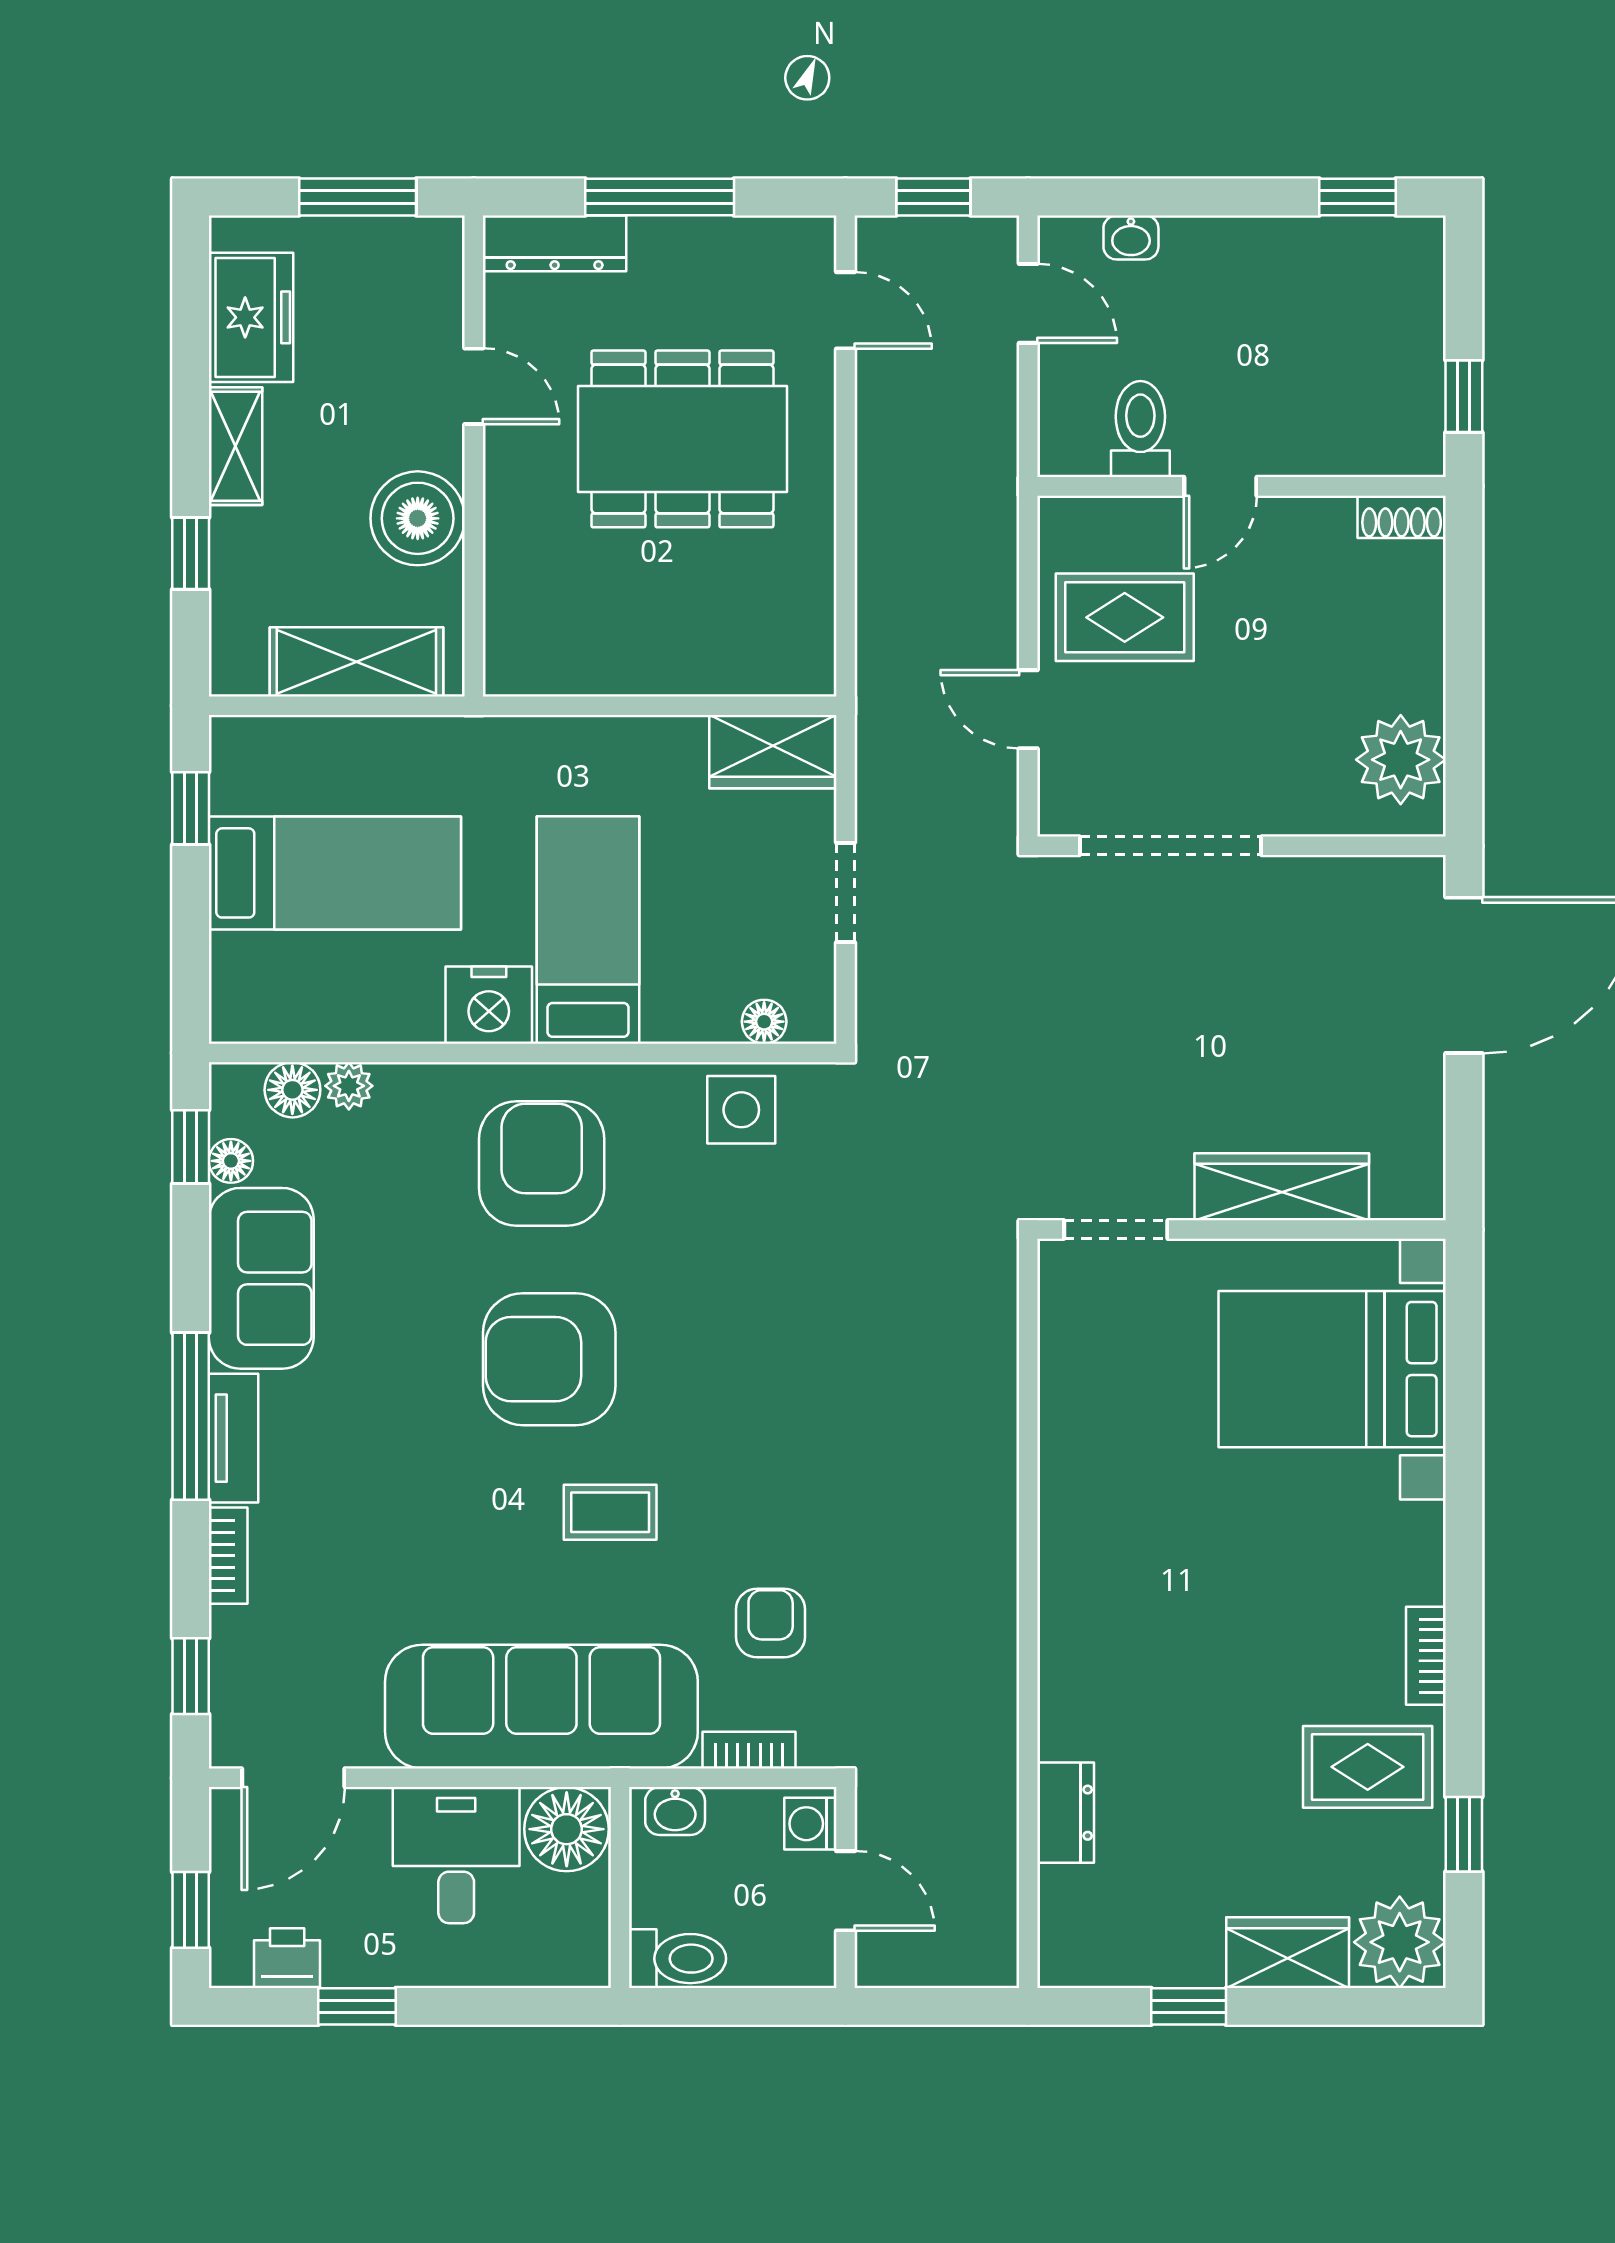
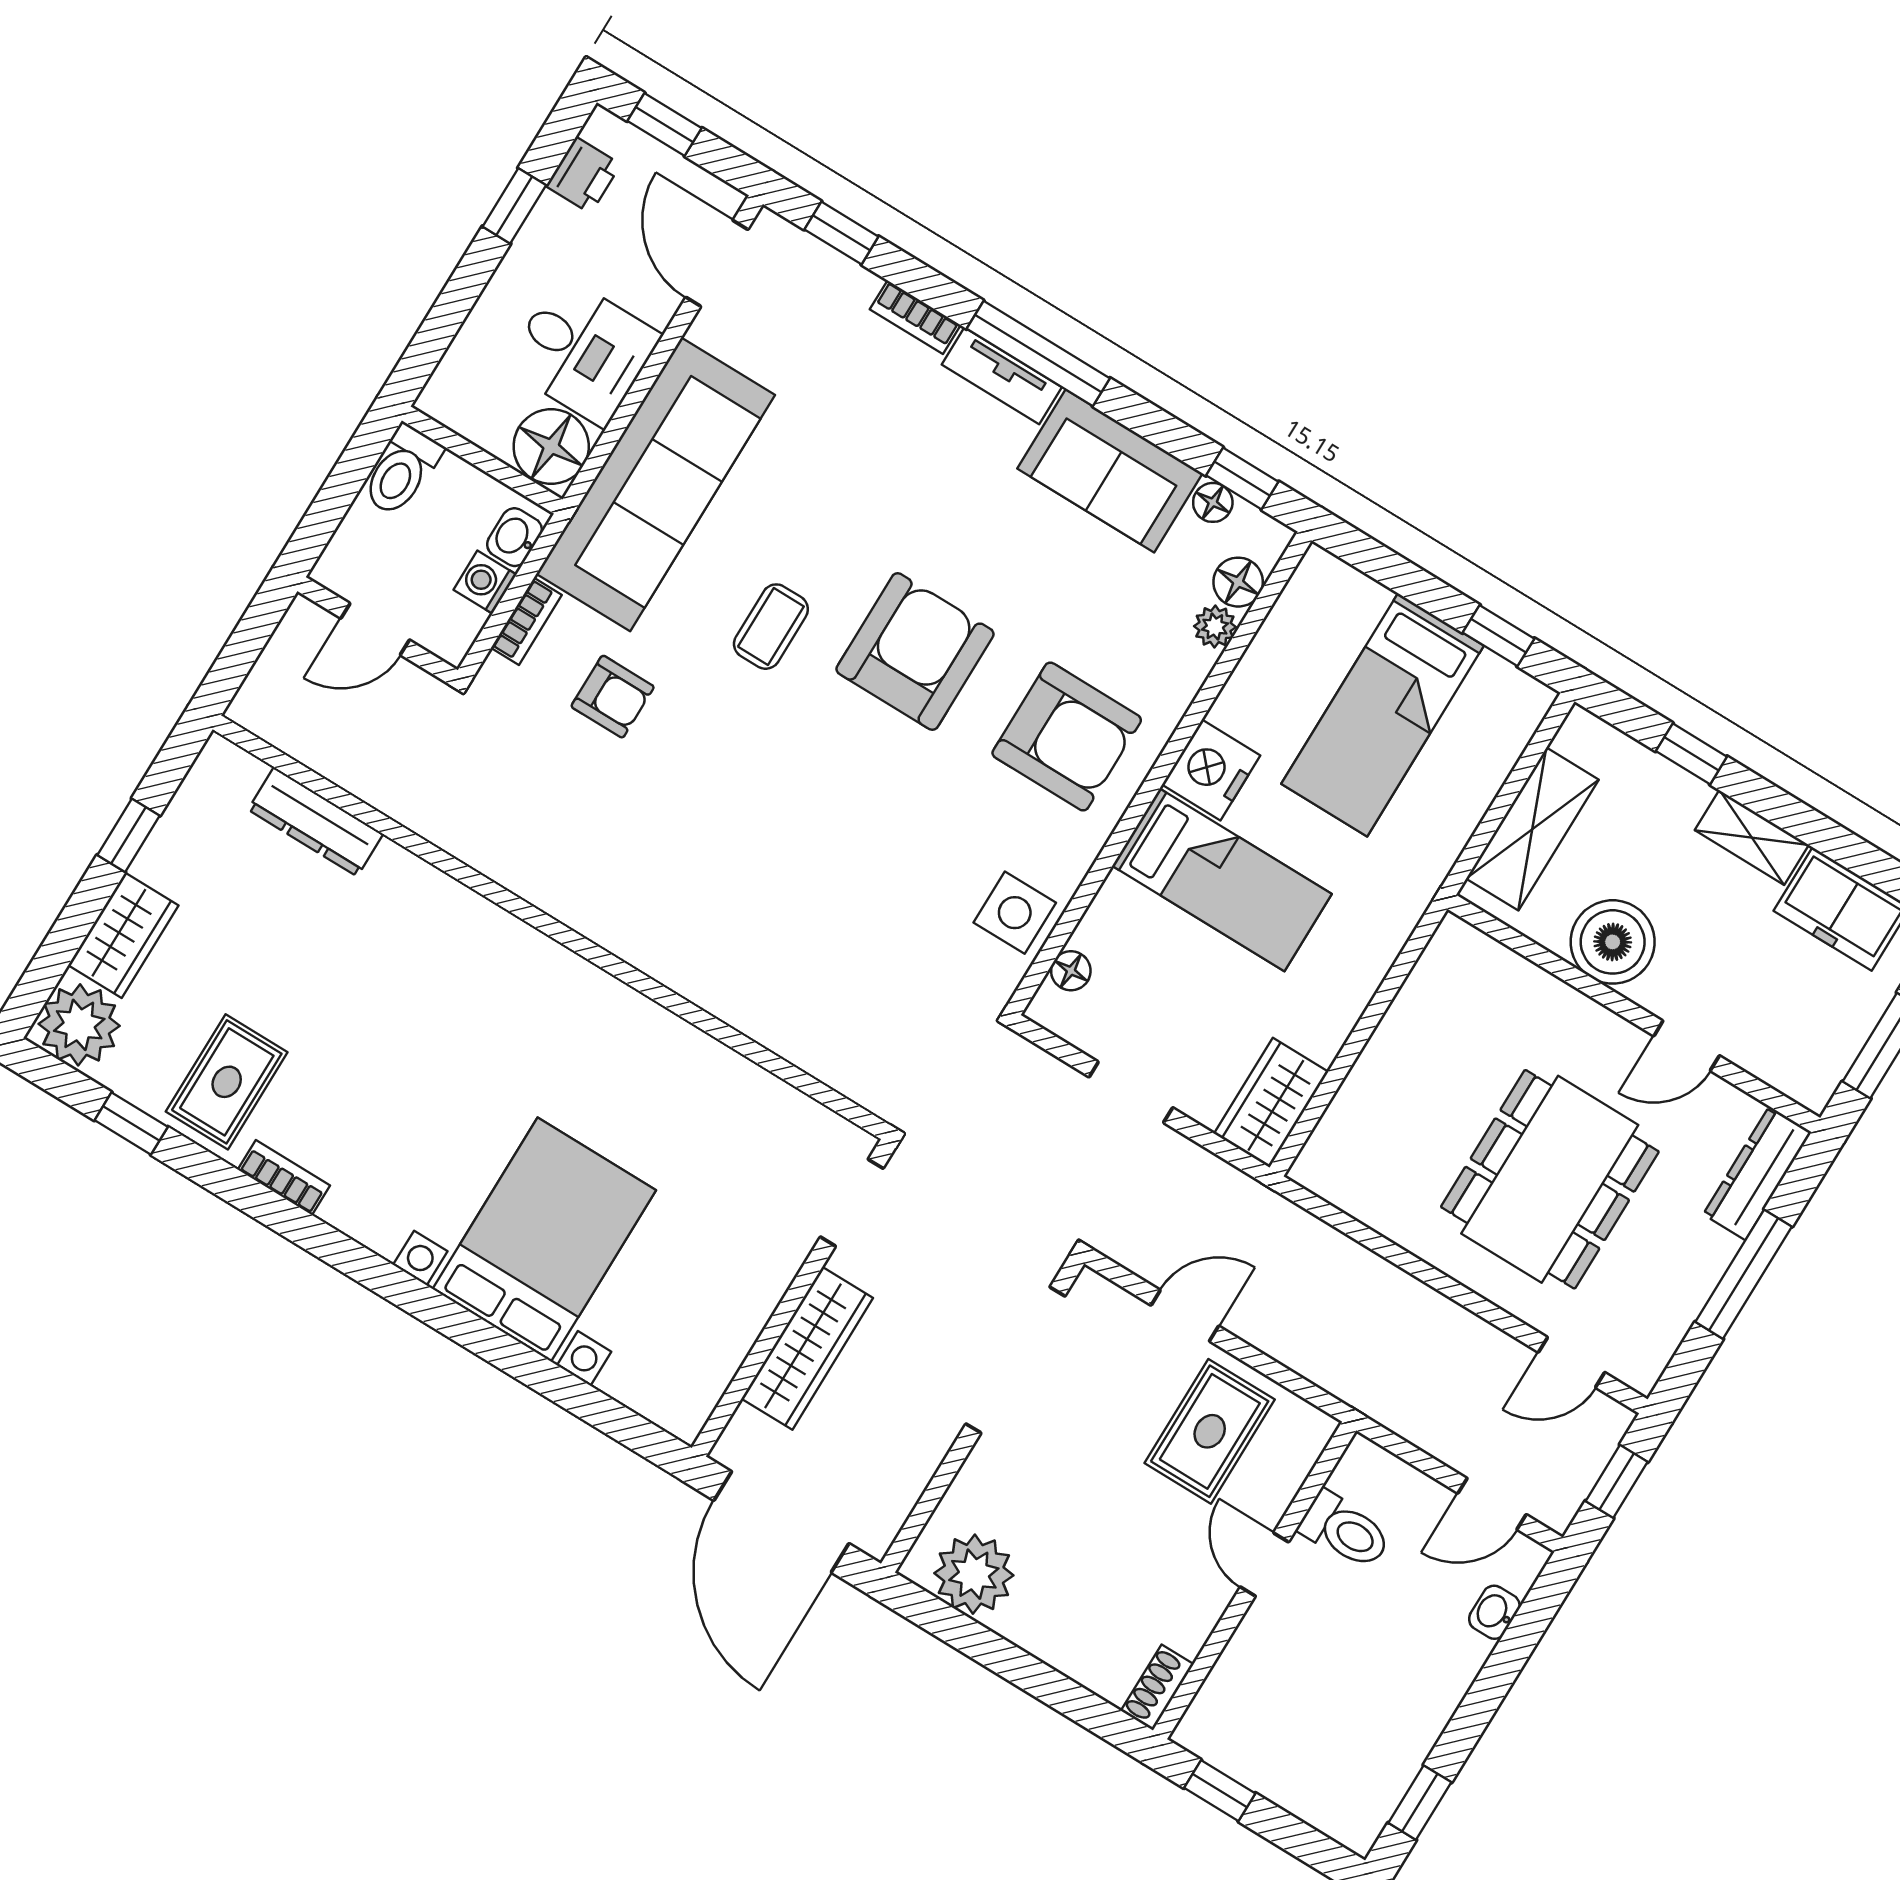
wardrobe: (1282, 1187) -> (807, 1348), moved
doorway: (1116, 1230) -> (852, 1203), moved
wall: (1241, 1230) -> (793, 1298), moved
dresser: (1066, 1813) -> (316, 822), width x1.44
washing machine: (810, 1824) -> (485, 582), moved, turned -90

